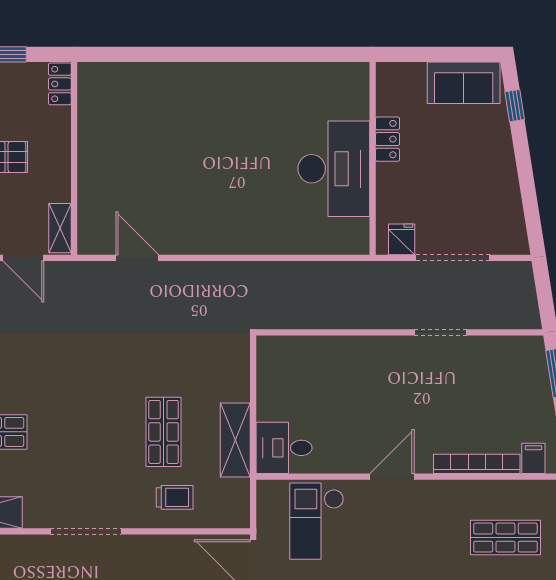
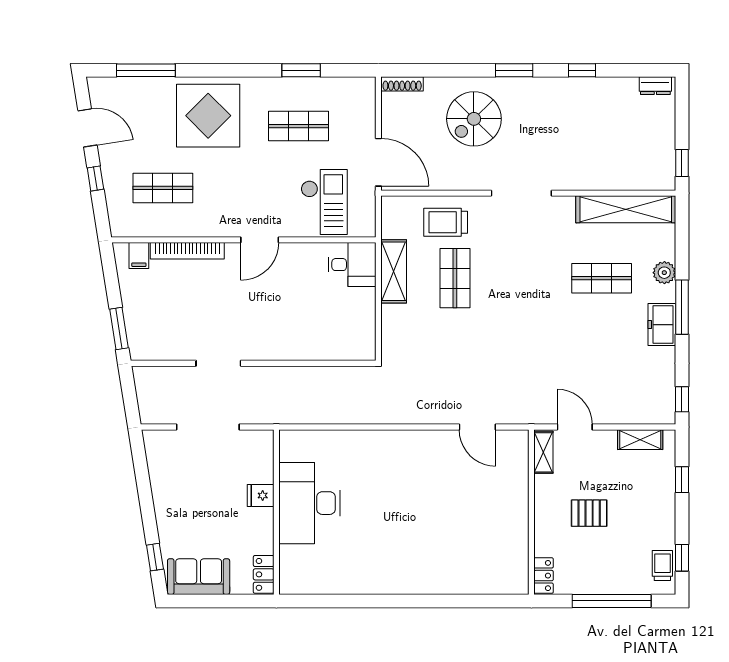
locker: (387, 139) -> (264, 574), moved
fridge: (402, 239) -> (261, 495), moved, turned 90
trolley: (175, 497) -> (446, 222), width x1.36, depth x1.39

